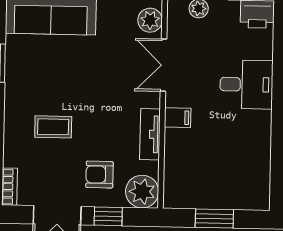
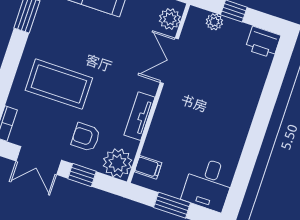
desk: (246, 84) -> (208, 184), moved, turned 90
filing cabinet: (178, 118) -> (148, 167), moved
coffee table: (53, 127) -> (59, 84), width x1.86, depth x1.72

